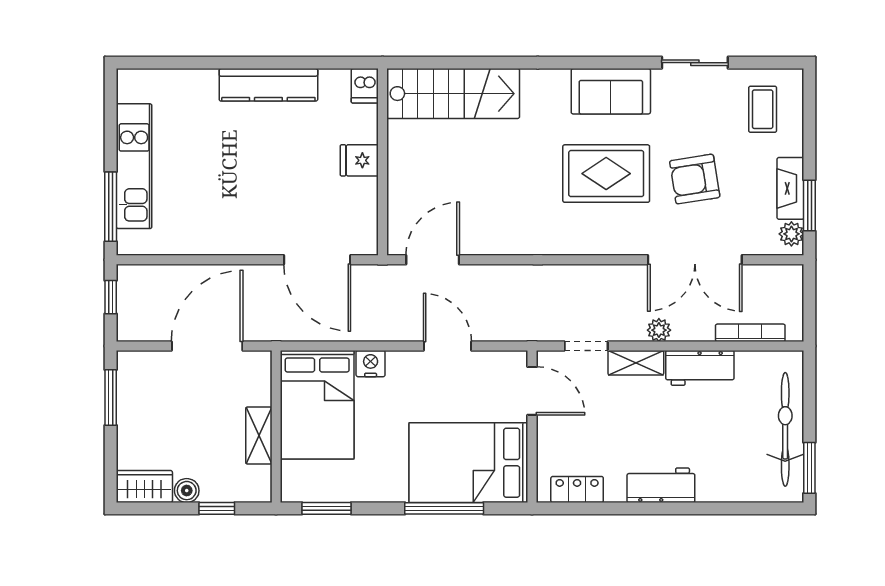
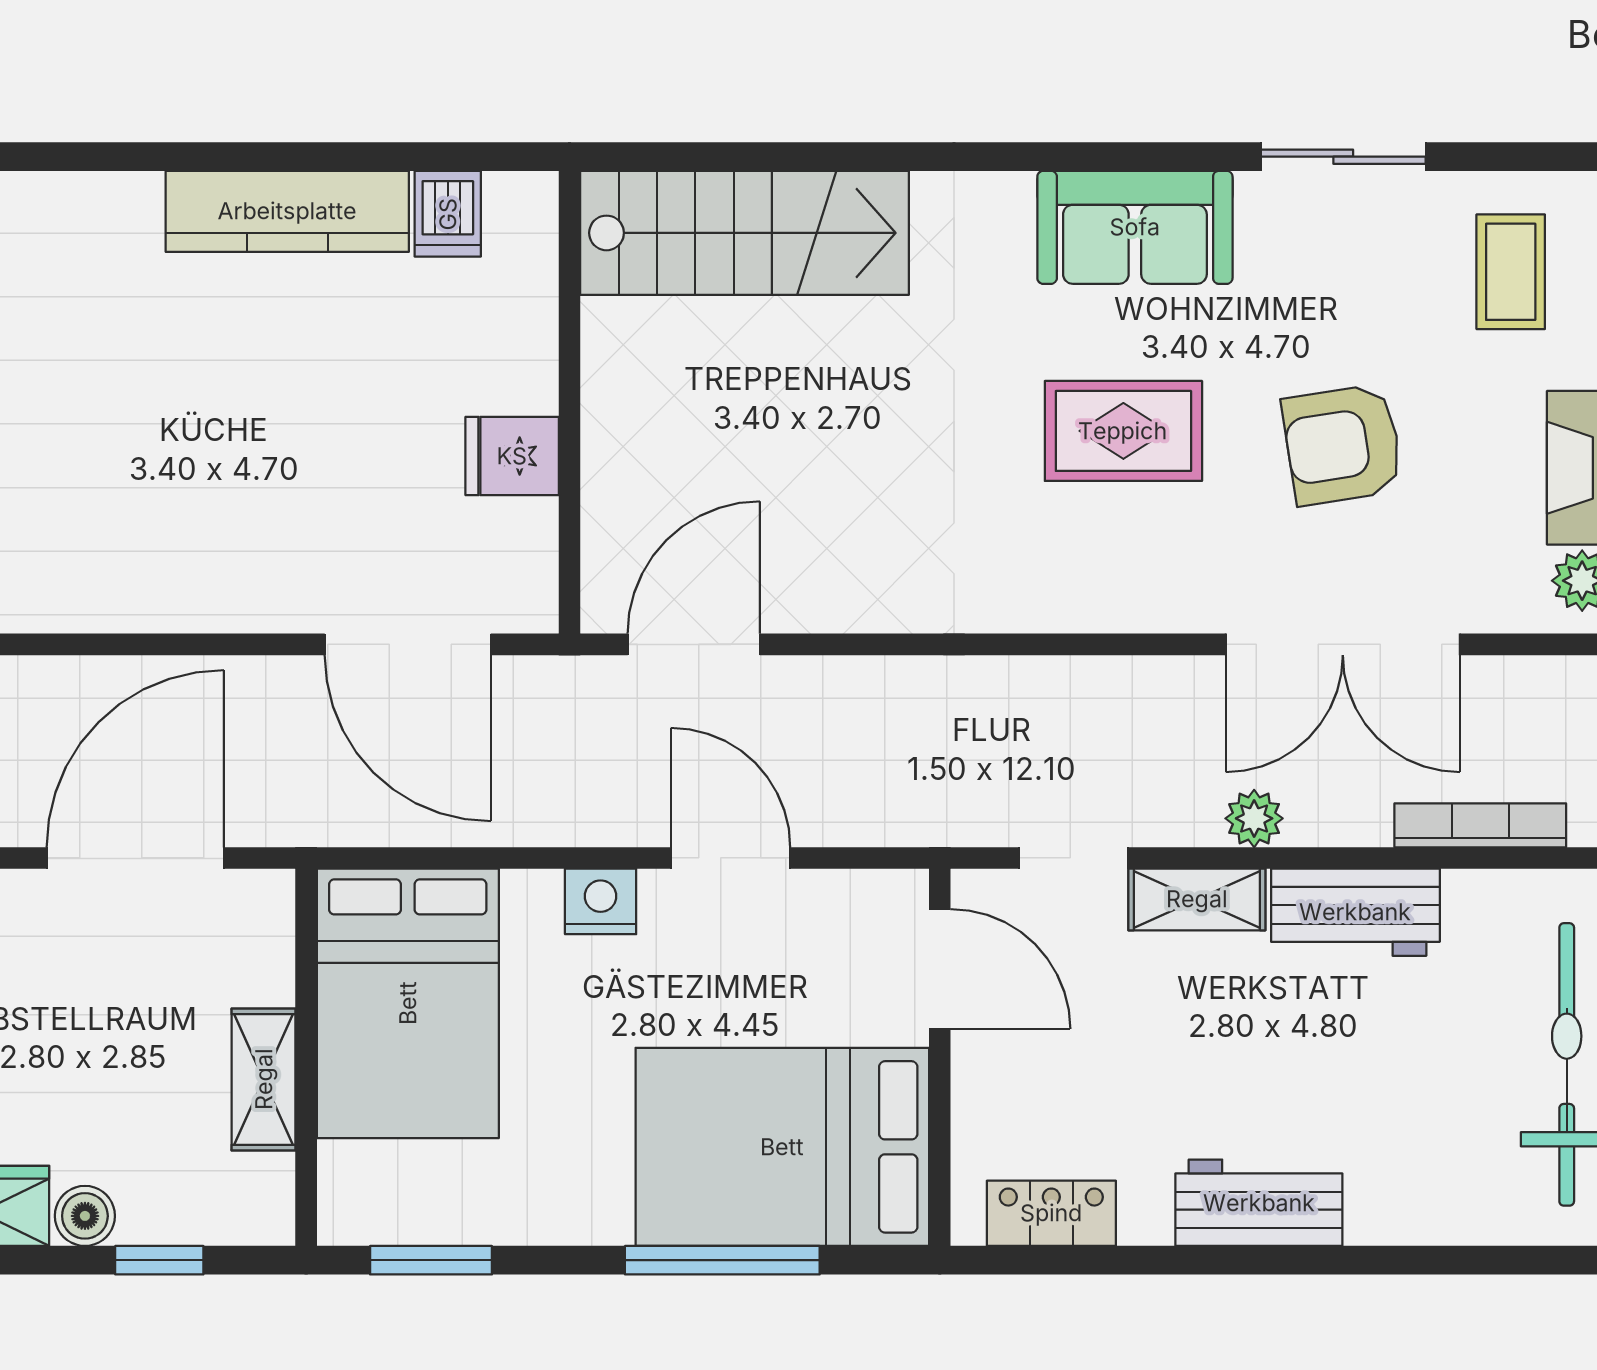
dishwasher: (365, 86) -> (448, 214), moved
fridge: (359, 160) -> (512, 456), moved
rug: (606, 174) -> (1123, 431), width x0.73, depth x0.70
nightstand: (371, 364) -> (601, 901), moved

